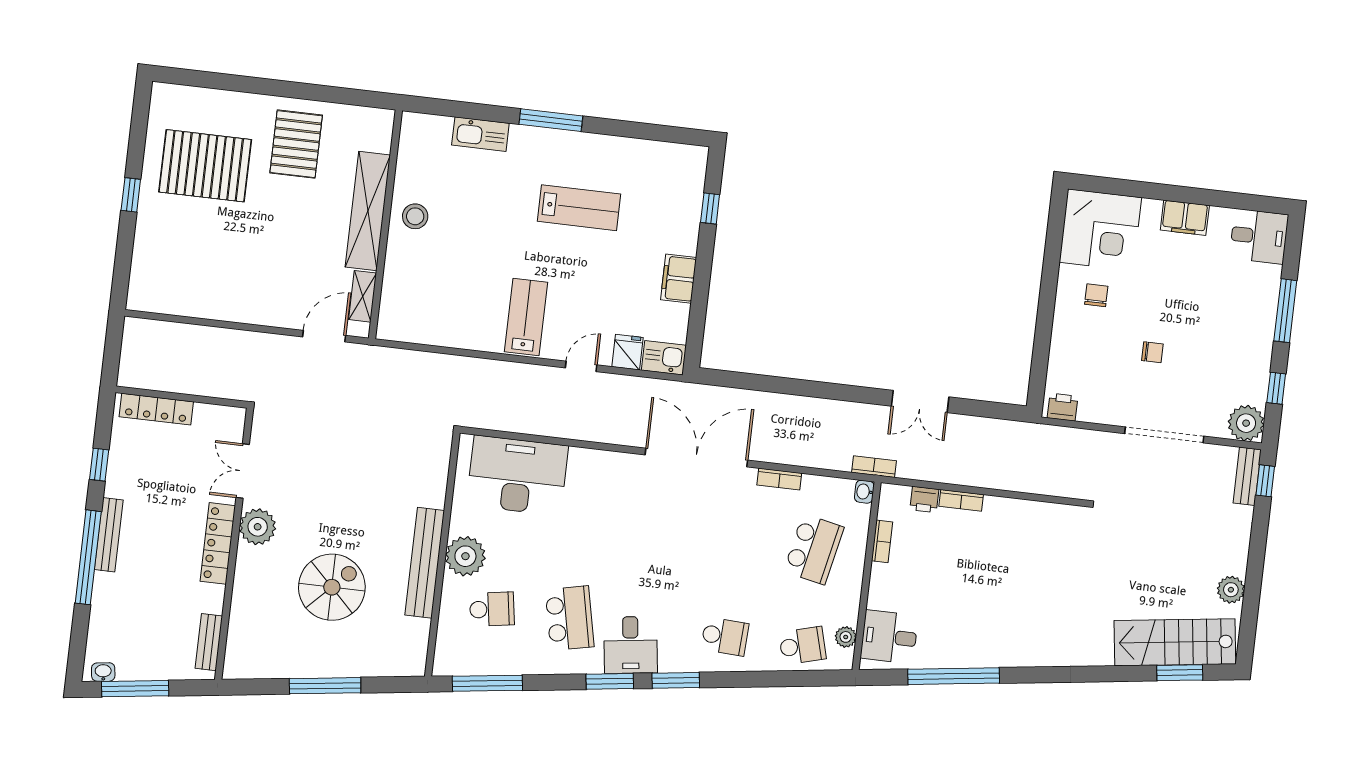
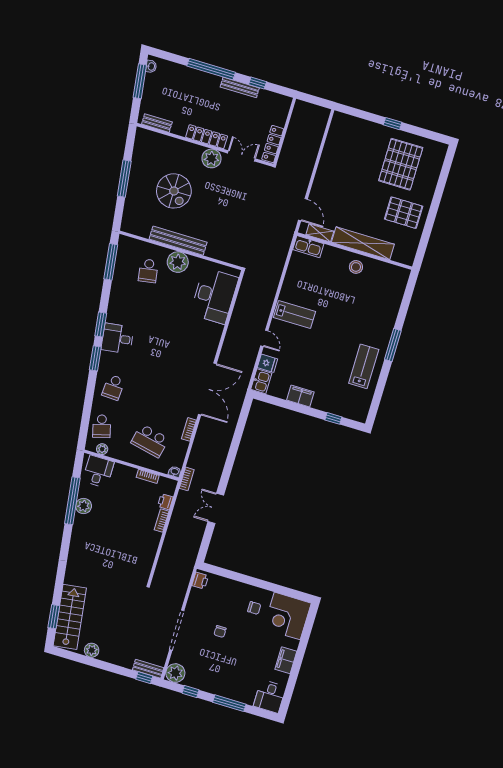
kitchen sink: (480, 134) -> (308, 247), moved, turned -90
lab bench: (579, 208) -> (364, 366), moved, turned 180
locker: (156, 409) -> (273, 144), moved
bench: (109, 535) -> (240, 87), moved
school desk: (570, 618) -> (137, 310), removed
plant: (960, 653) -> (84, 506), added

